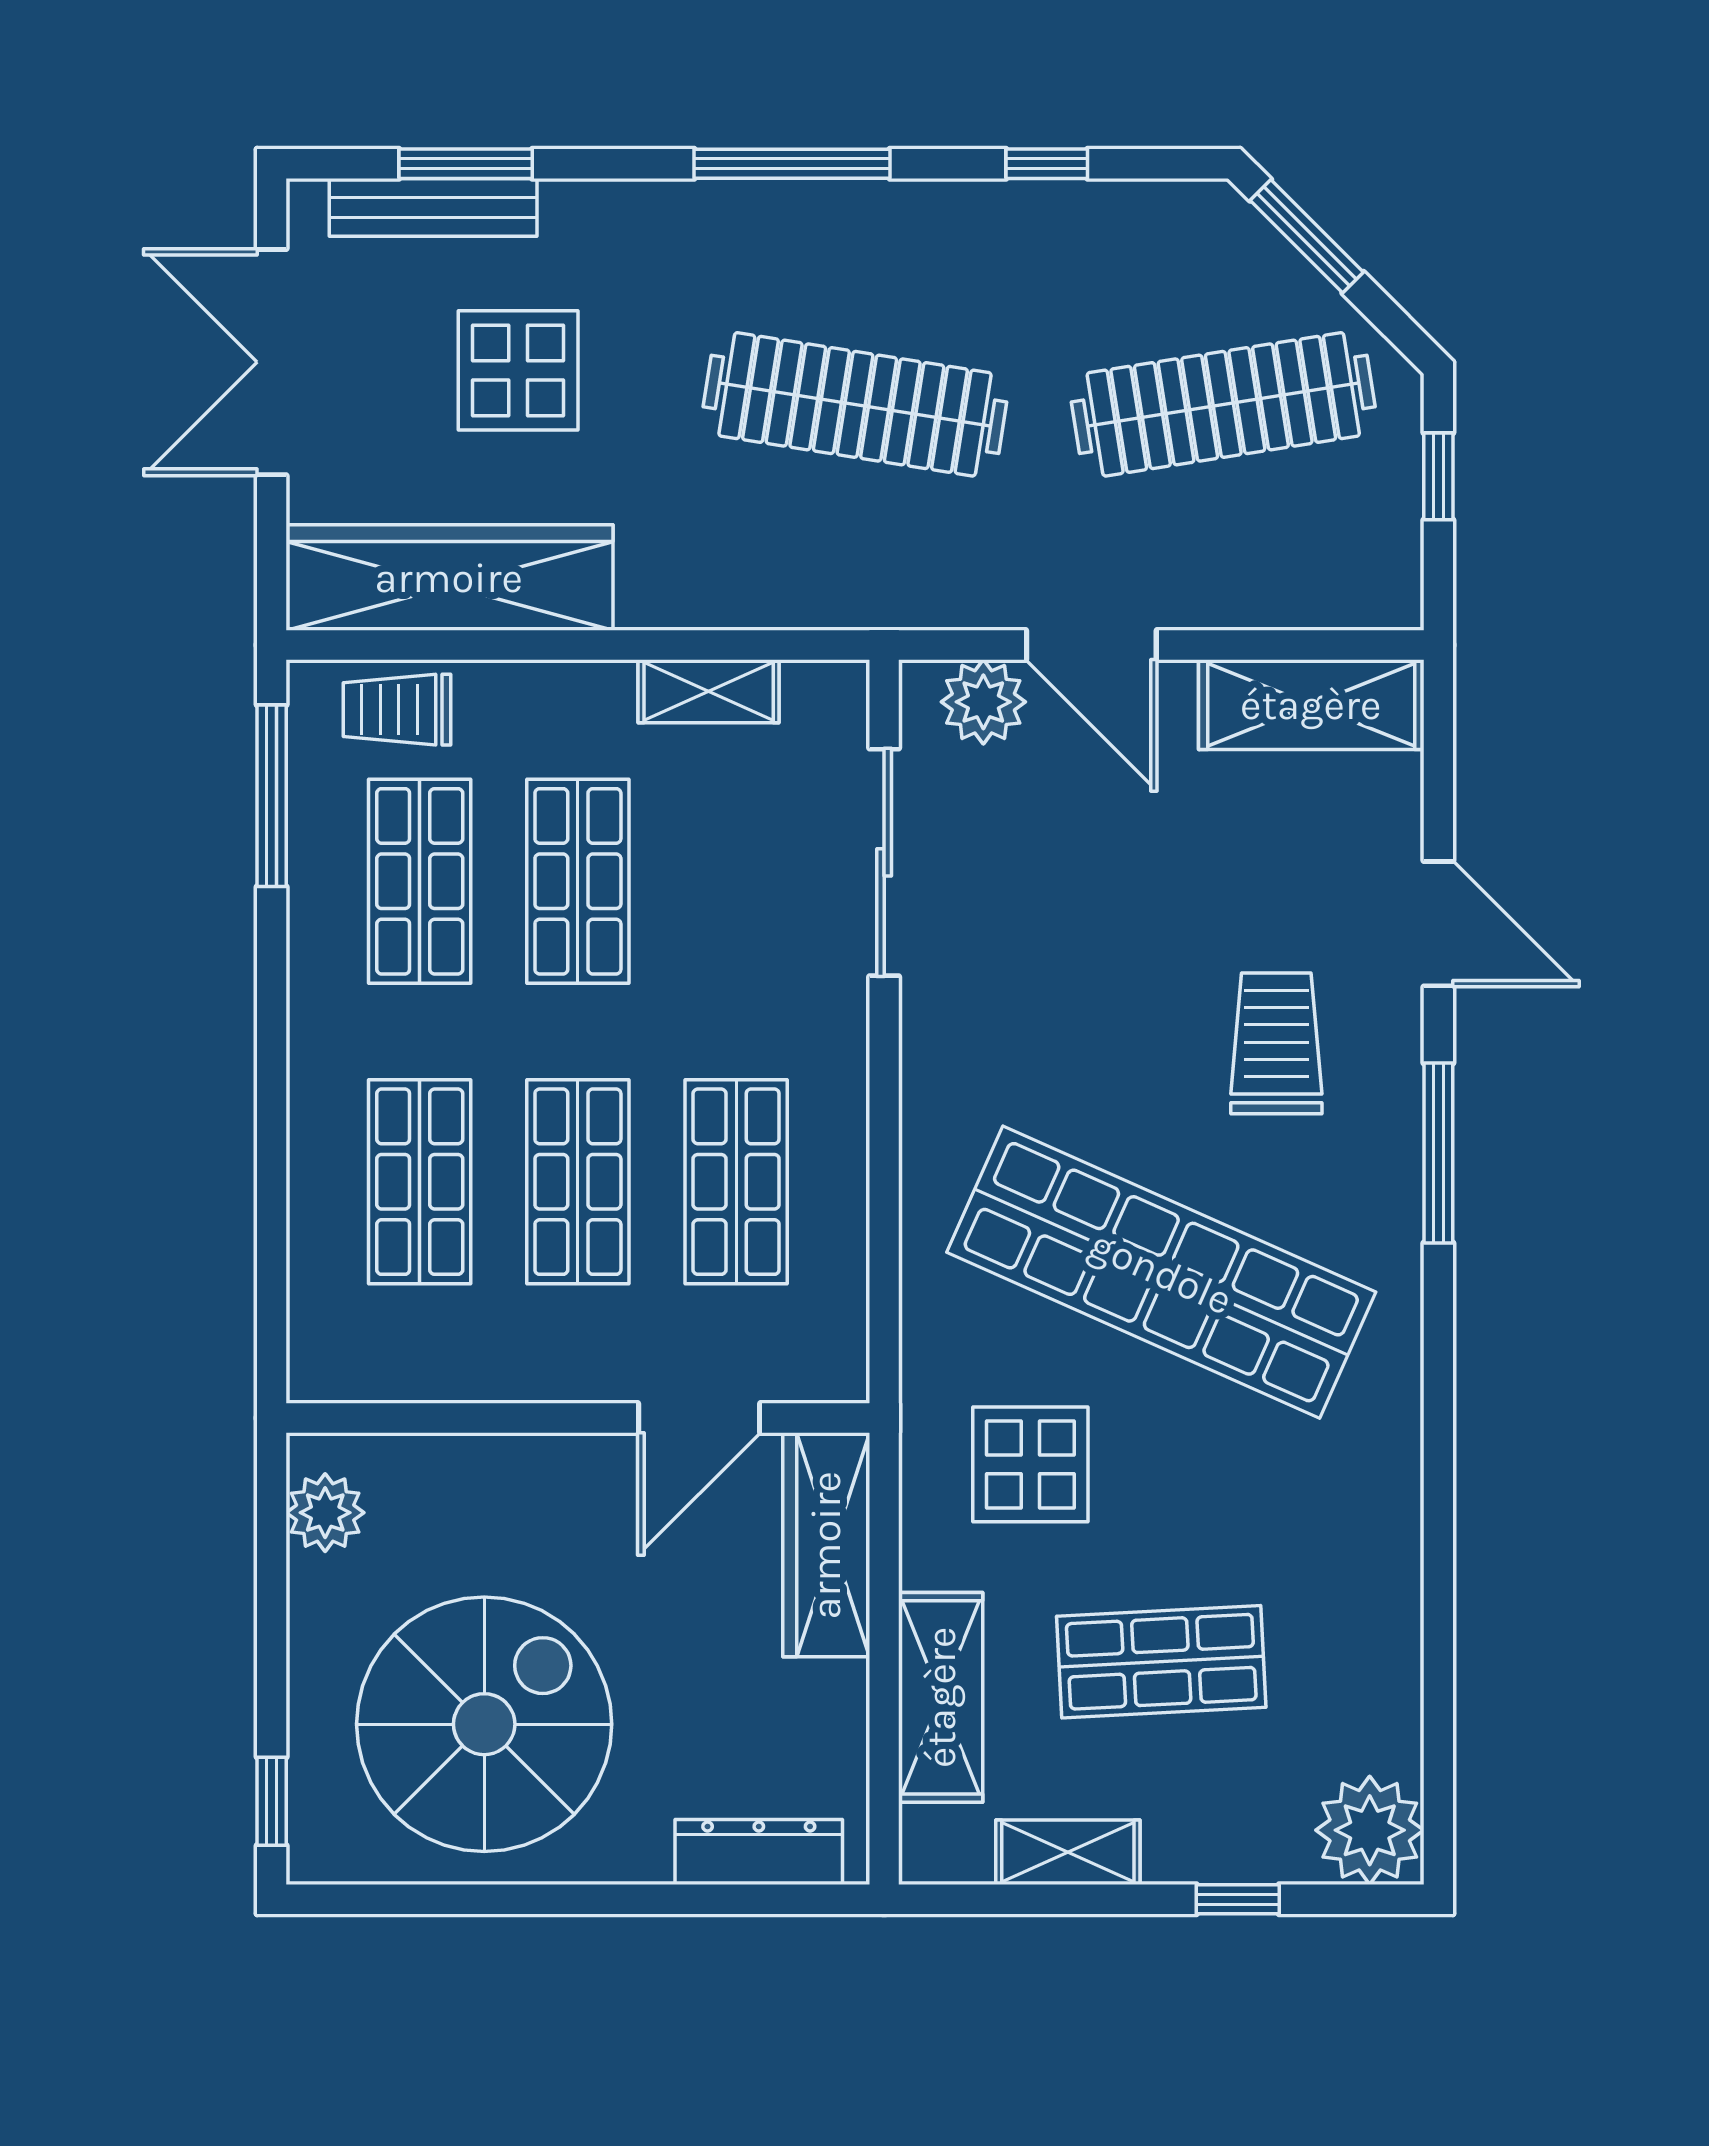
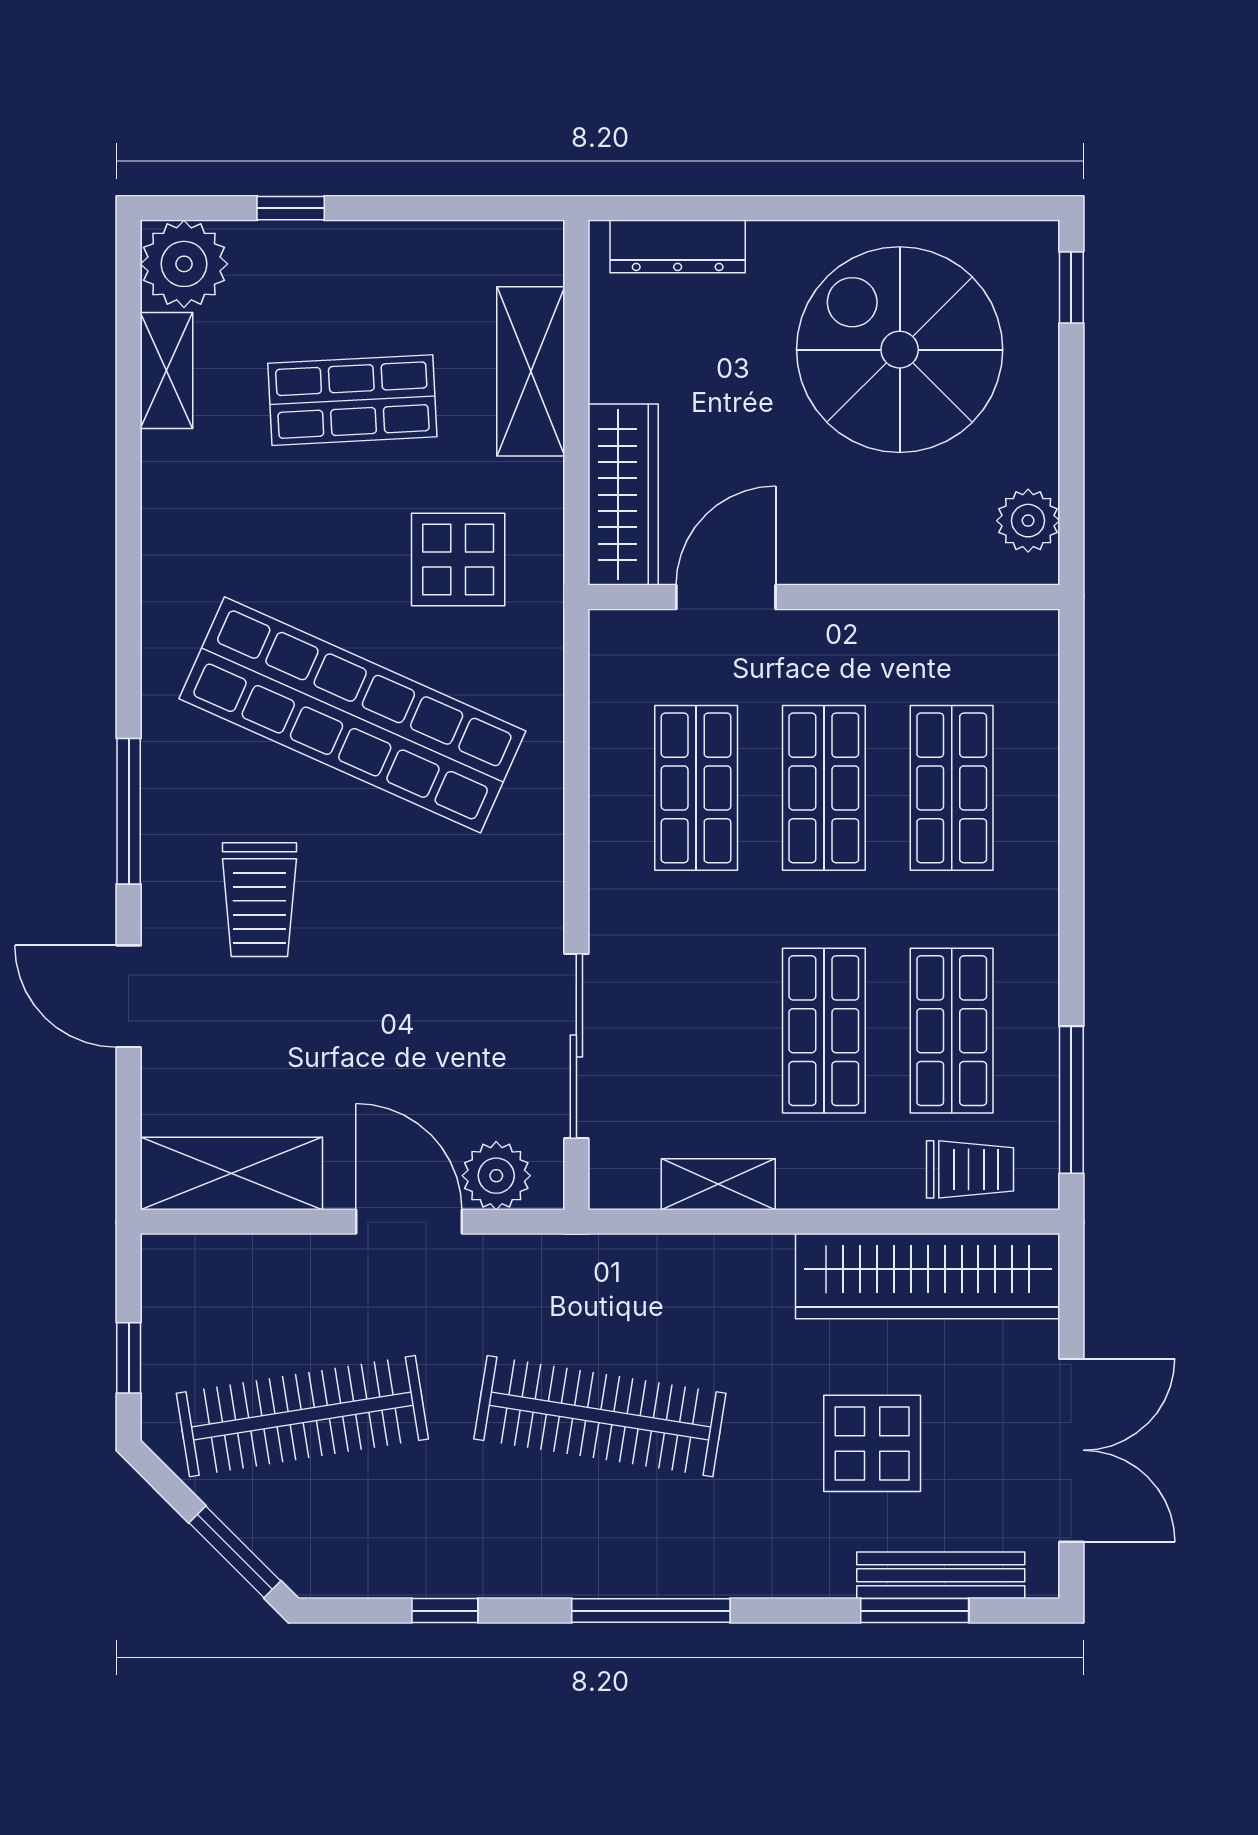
spiral stairs: (484, 1724) -> (900, 350), turned 90
shelving: (1068, 1852) -> (167, 370), moved, turned 90

